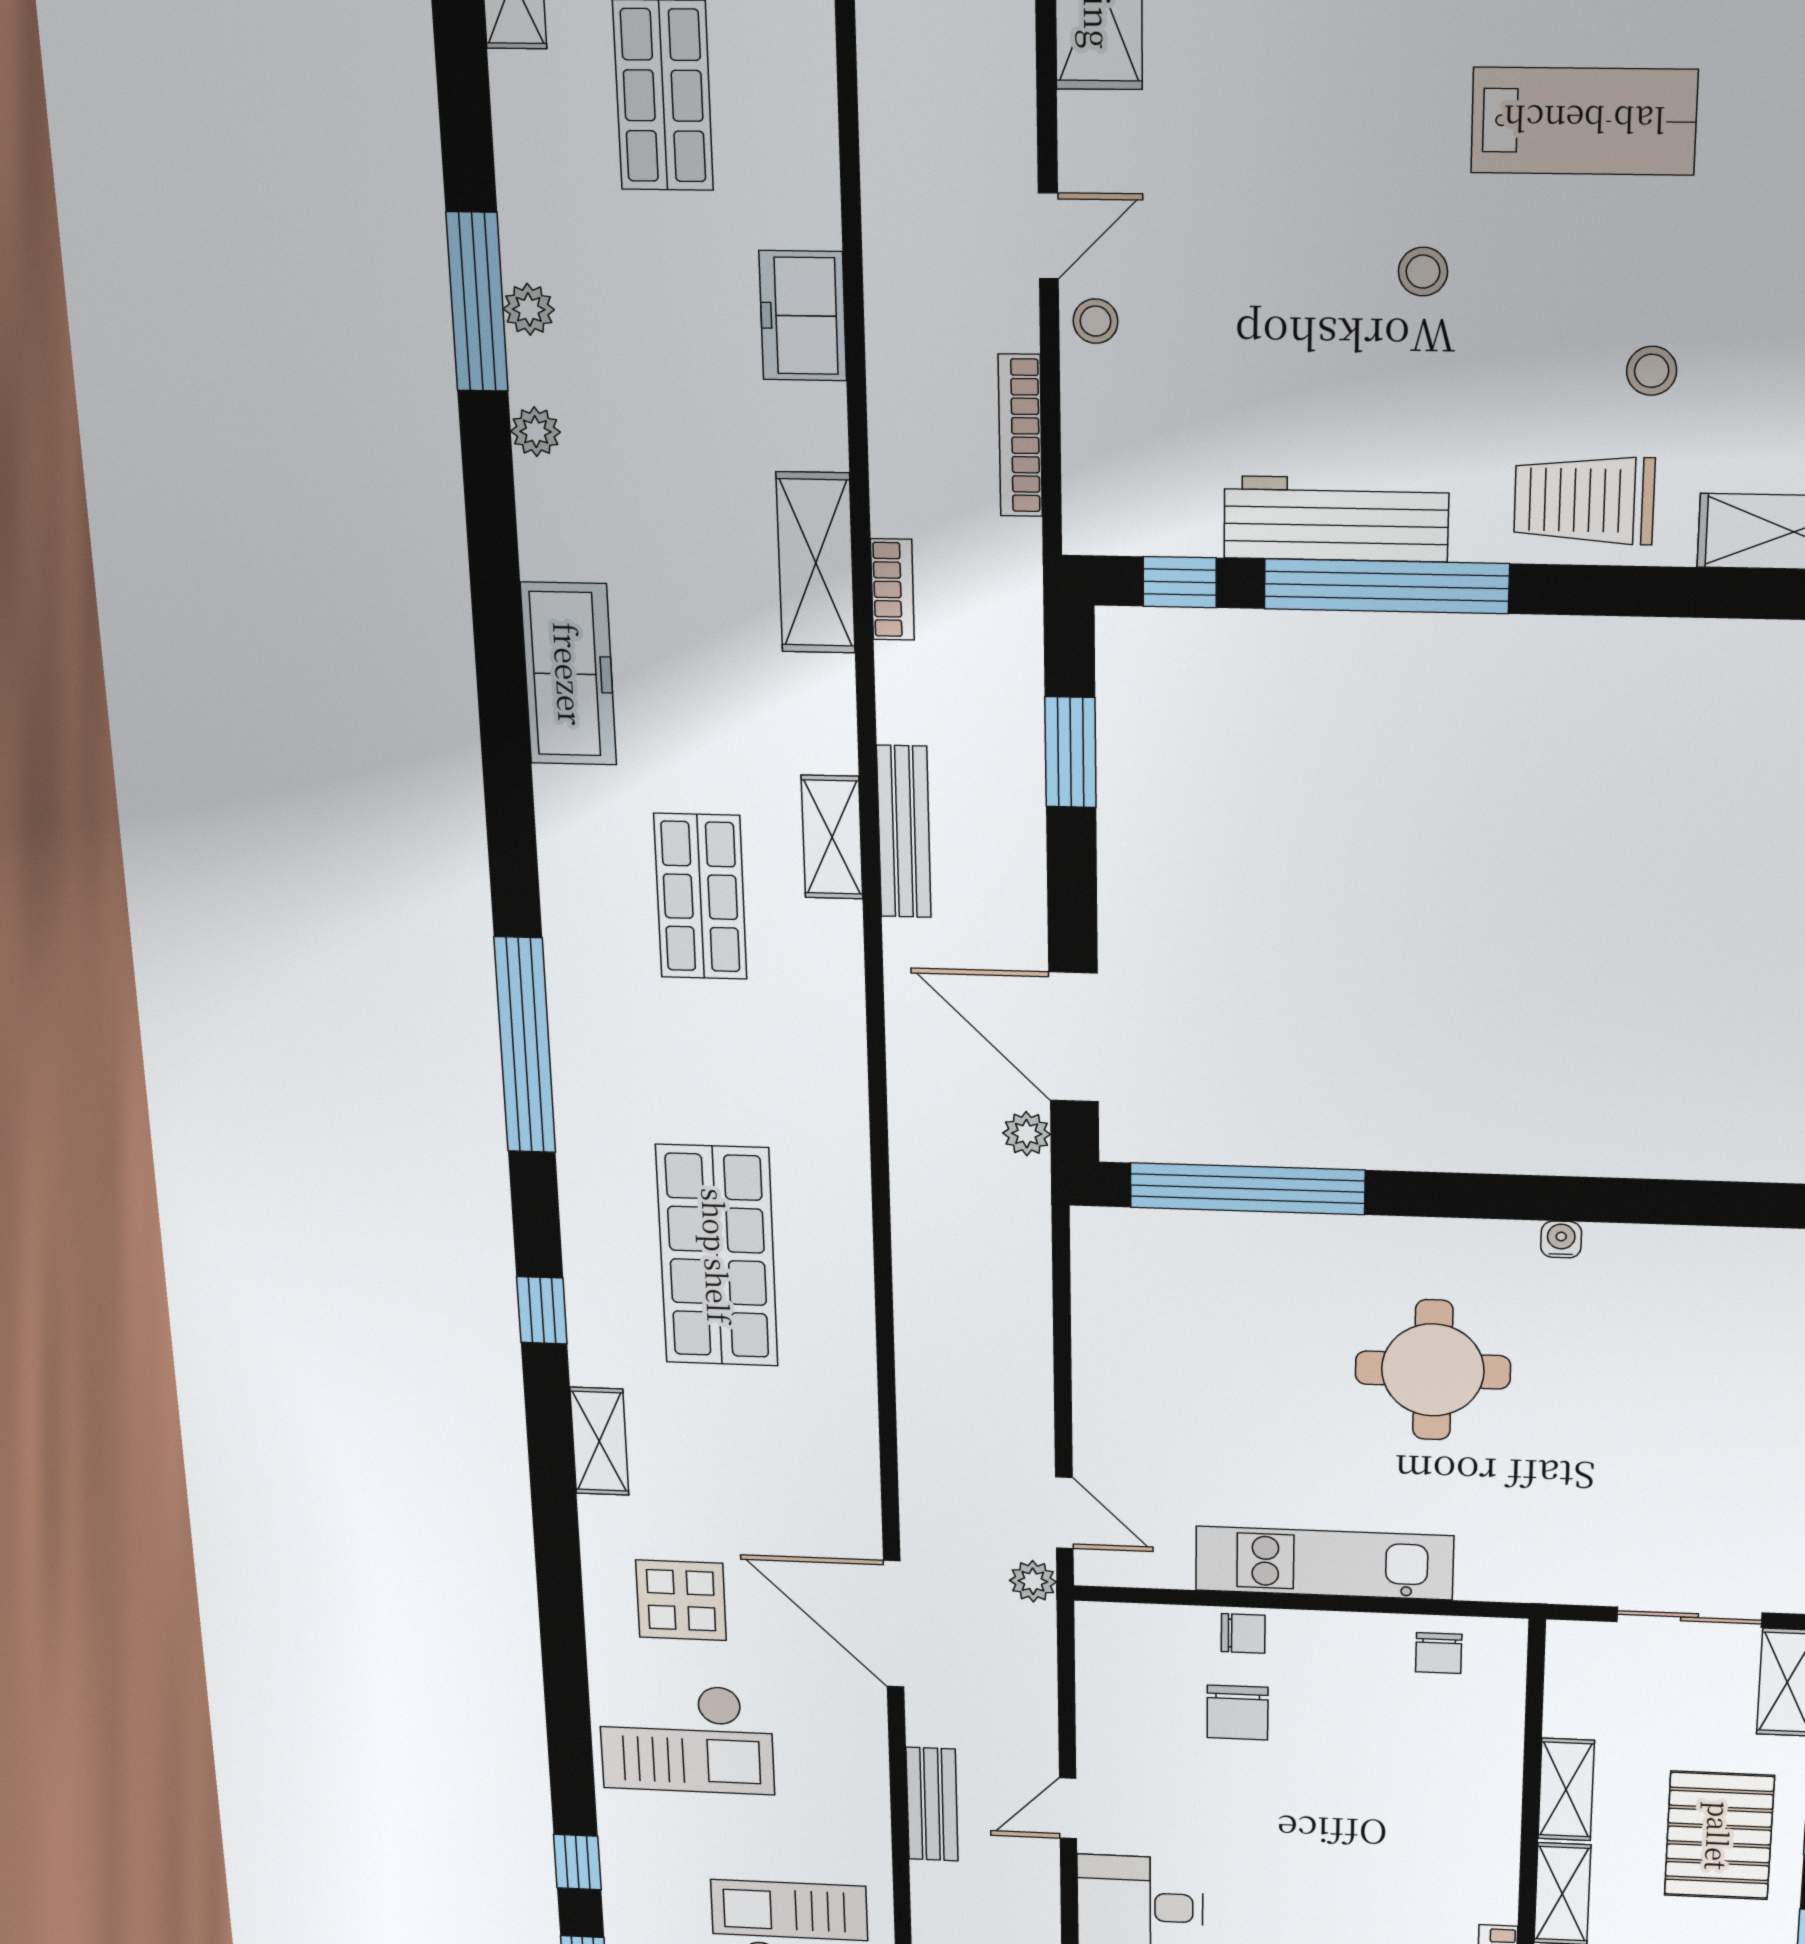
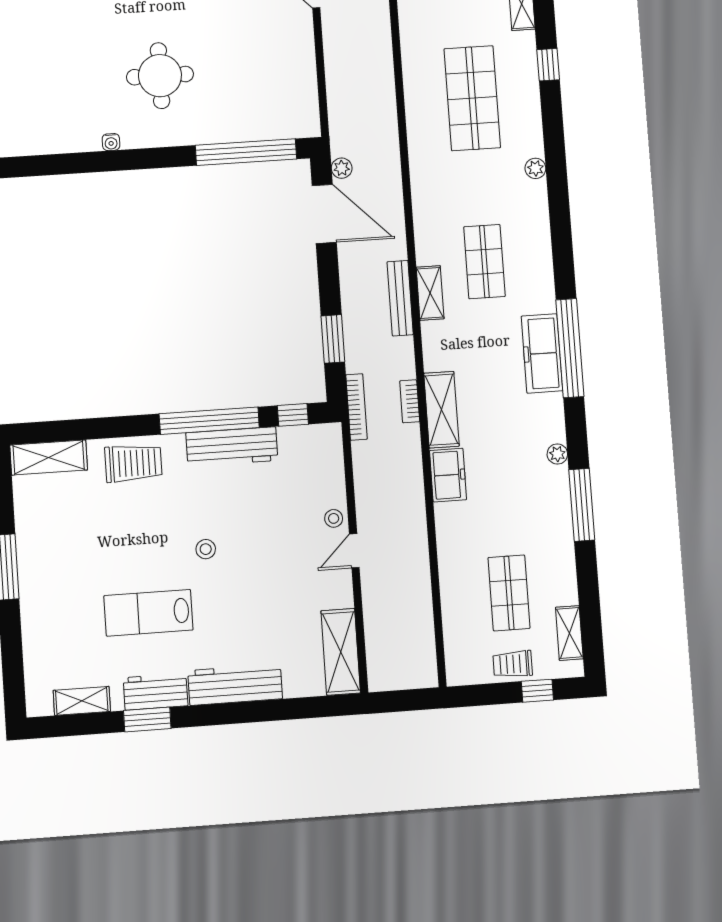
plant: (529, 309) -> (535, 168), moved
freezer: (803, 316) -> (448, 475), moved
stool: (1652, 371) -> (112, 518), removed
bookcase: (1020, 436) -> (357, 407), moved
window: (525, 1045) -> (570, 348), moved

